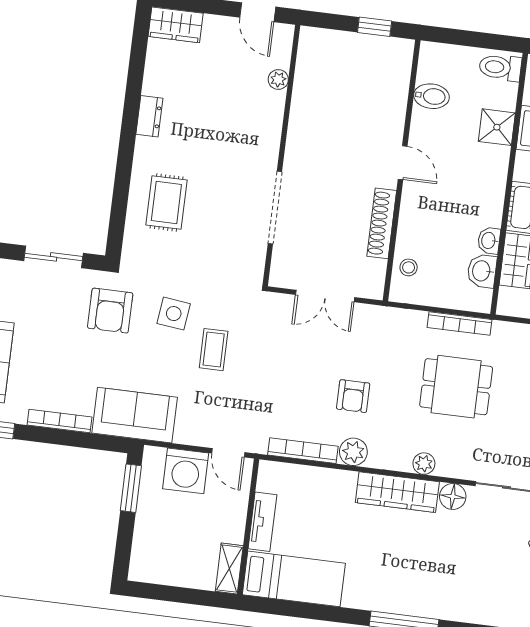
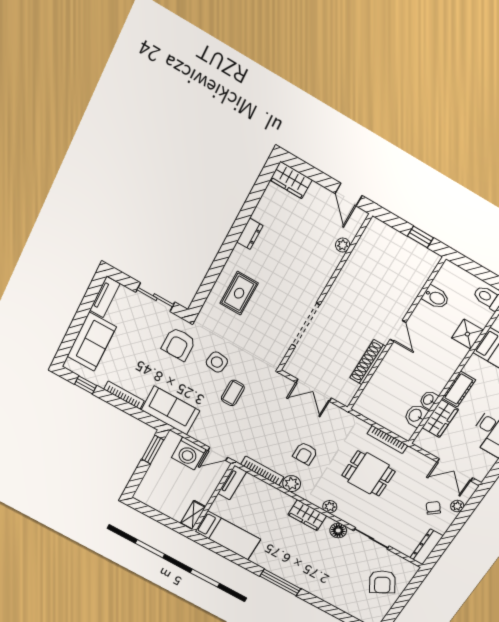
stool: (409, 267) -> (372, 395), removed
door: (228, 453) -> (218, 454), hinge flipped
wardrobe: (397, 492) -> (307, 515), width x0.67
tv unit: (262, 522) -> (232, 483), moved

